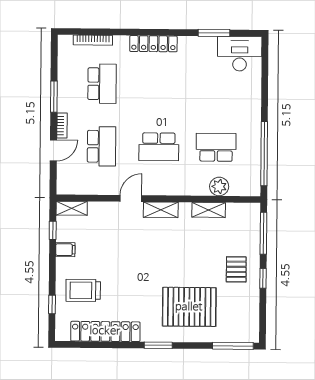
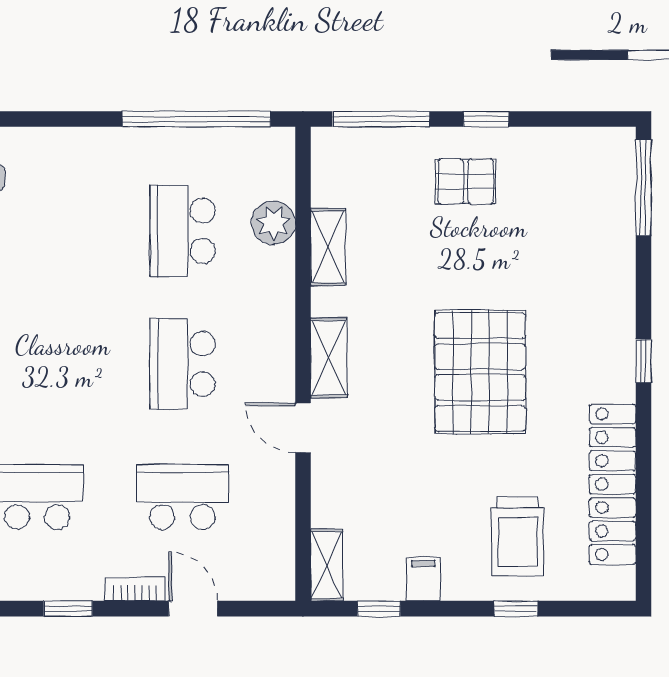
window: (54, 97) -> (68, 609), width x0.67
school desk: (159, 147) -> (183, 364), turned 180
window: (52, 304) -> (516, 609), moved
pallet: (189, 307) -> (480, 372), moved
window: (158, 345) -> (643, 361), width x0.67

